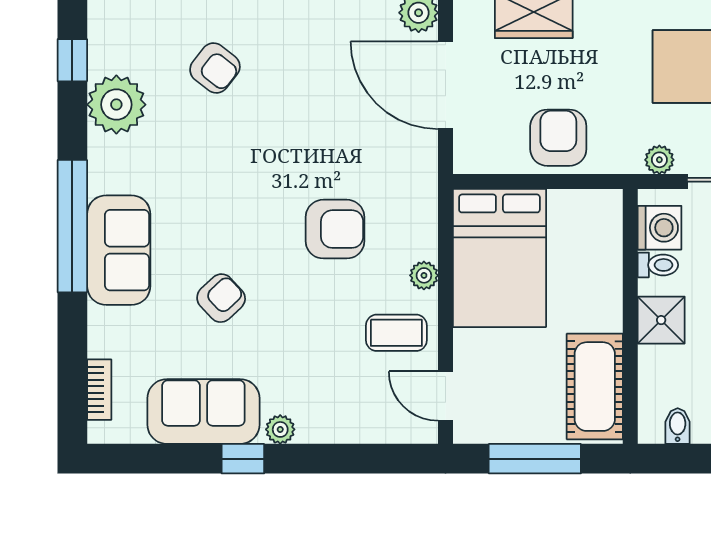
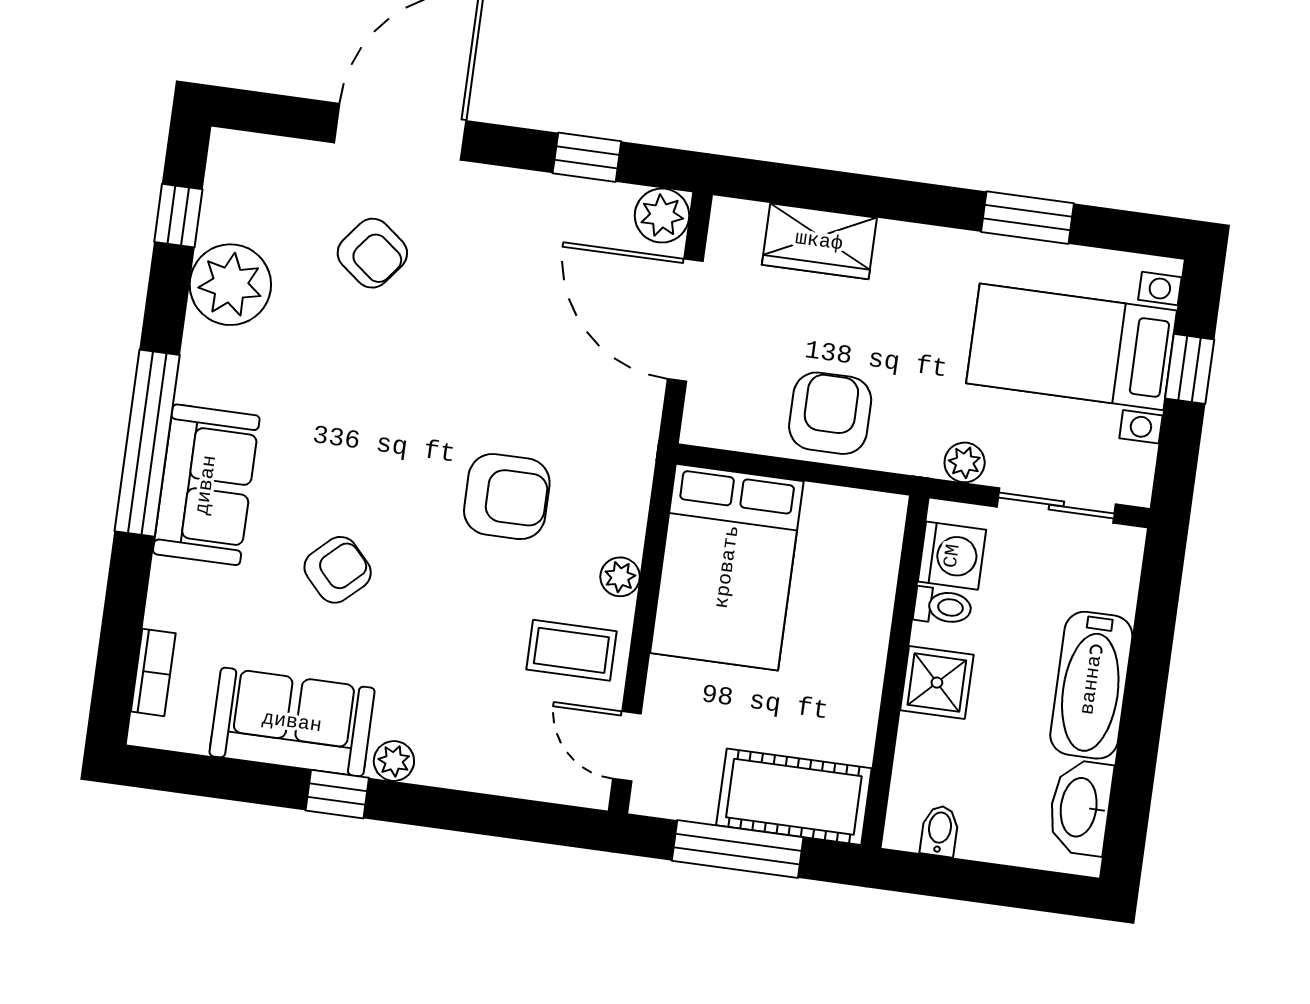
cot: (595, 387) -> (794, 797), moved, turned 90

